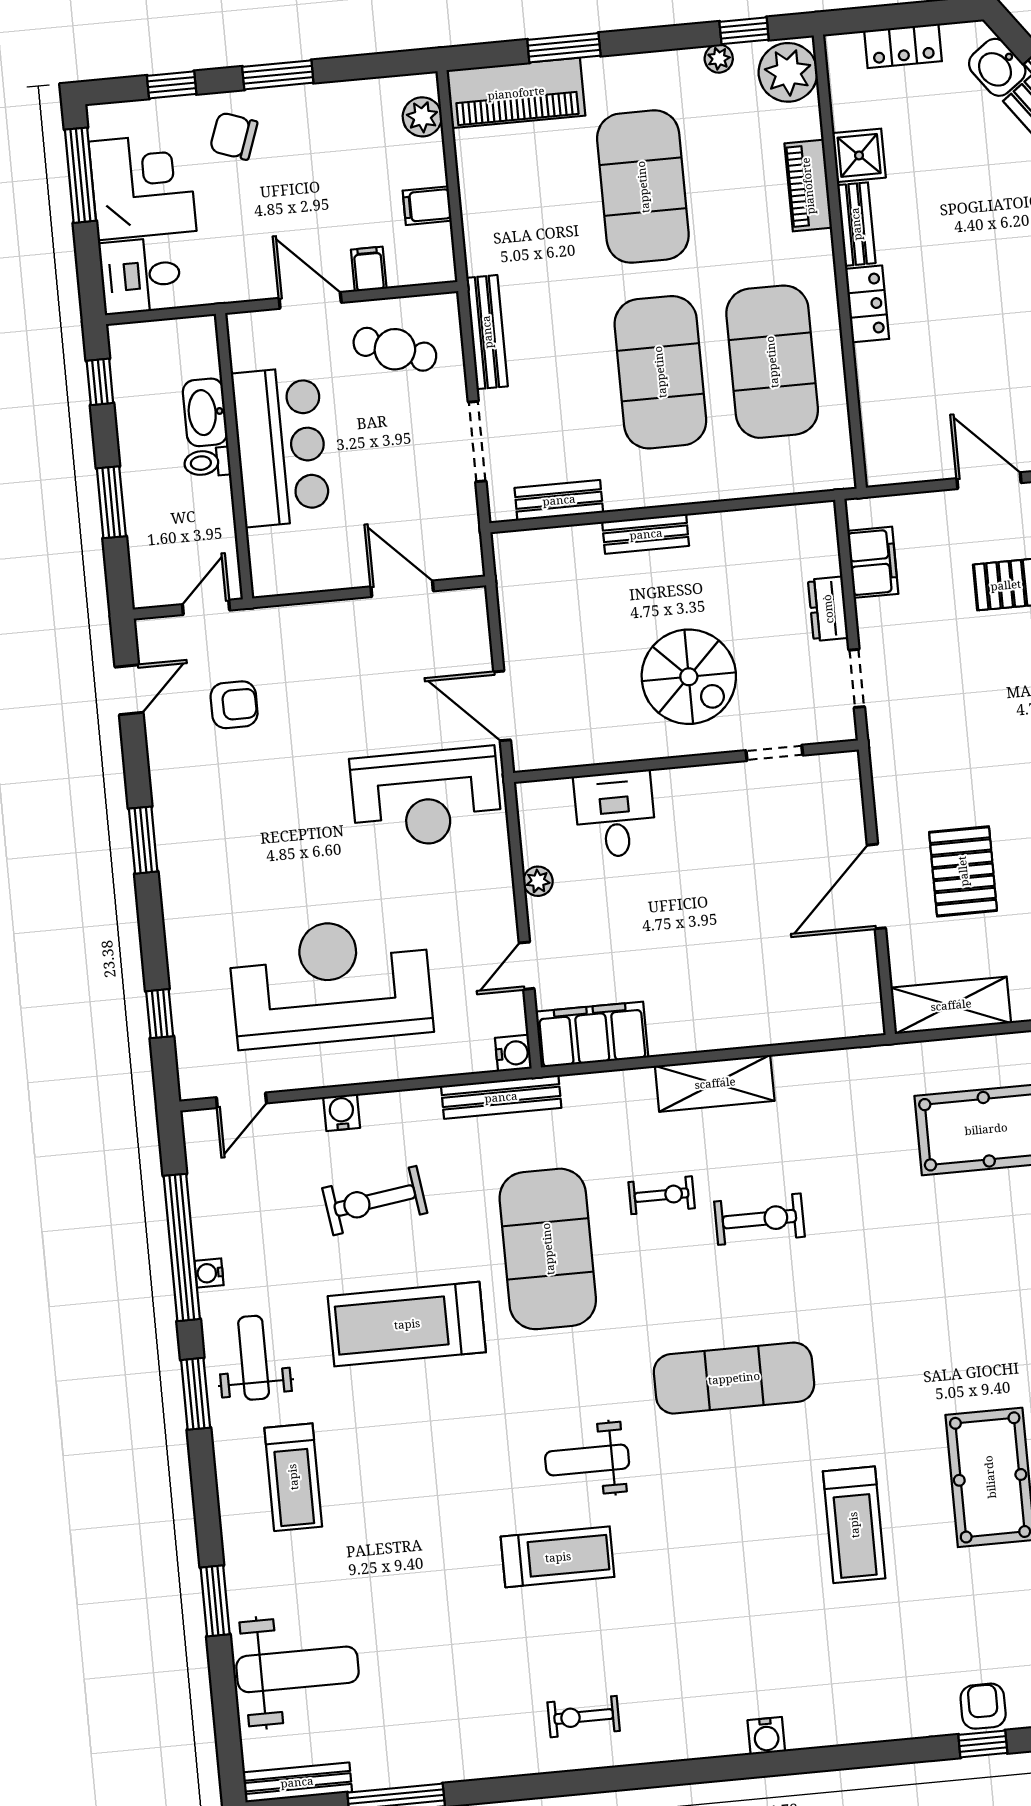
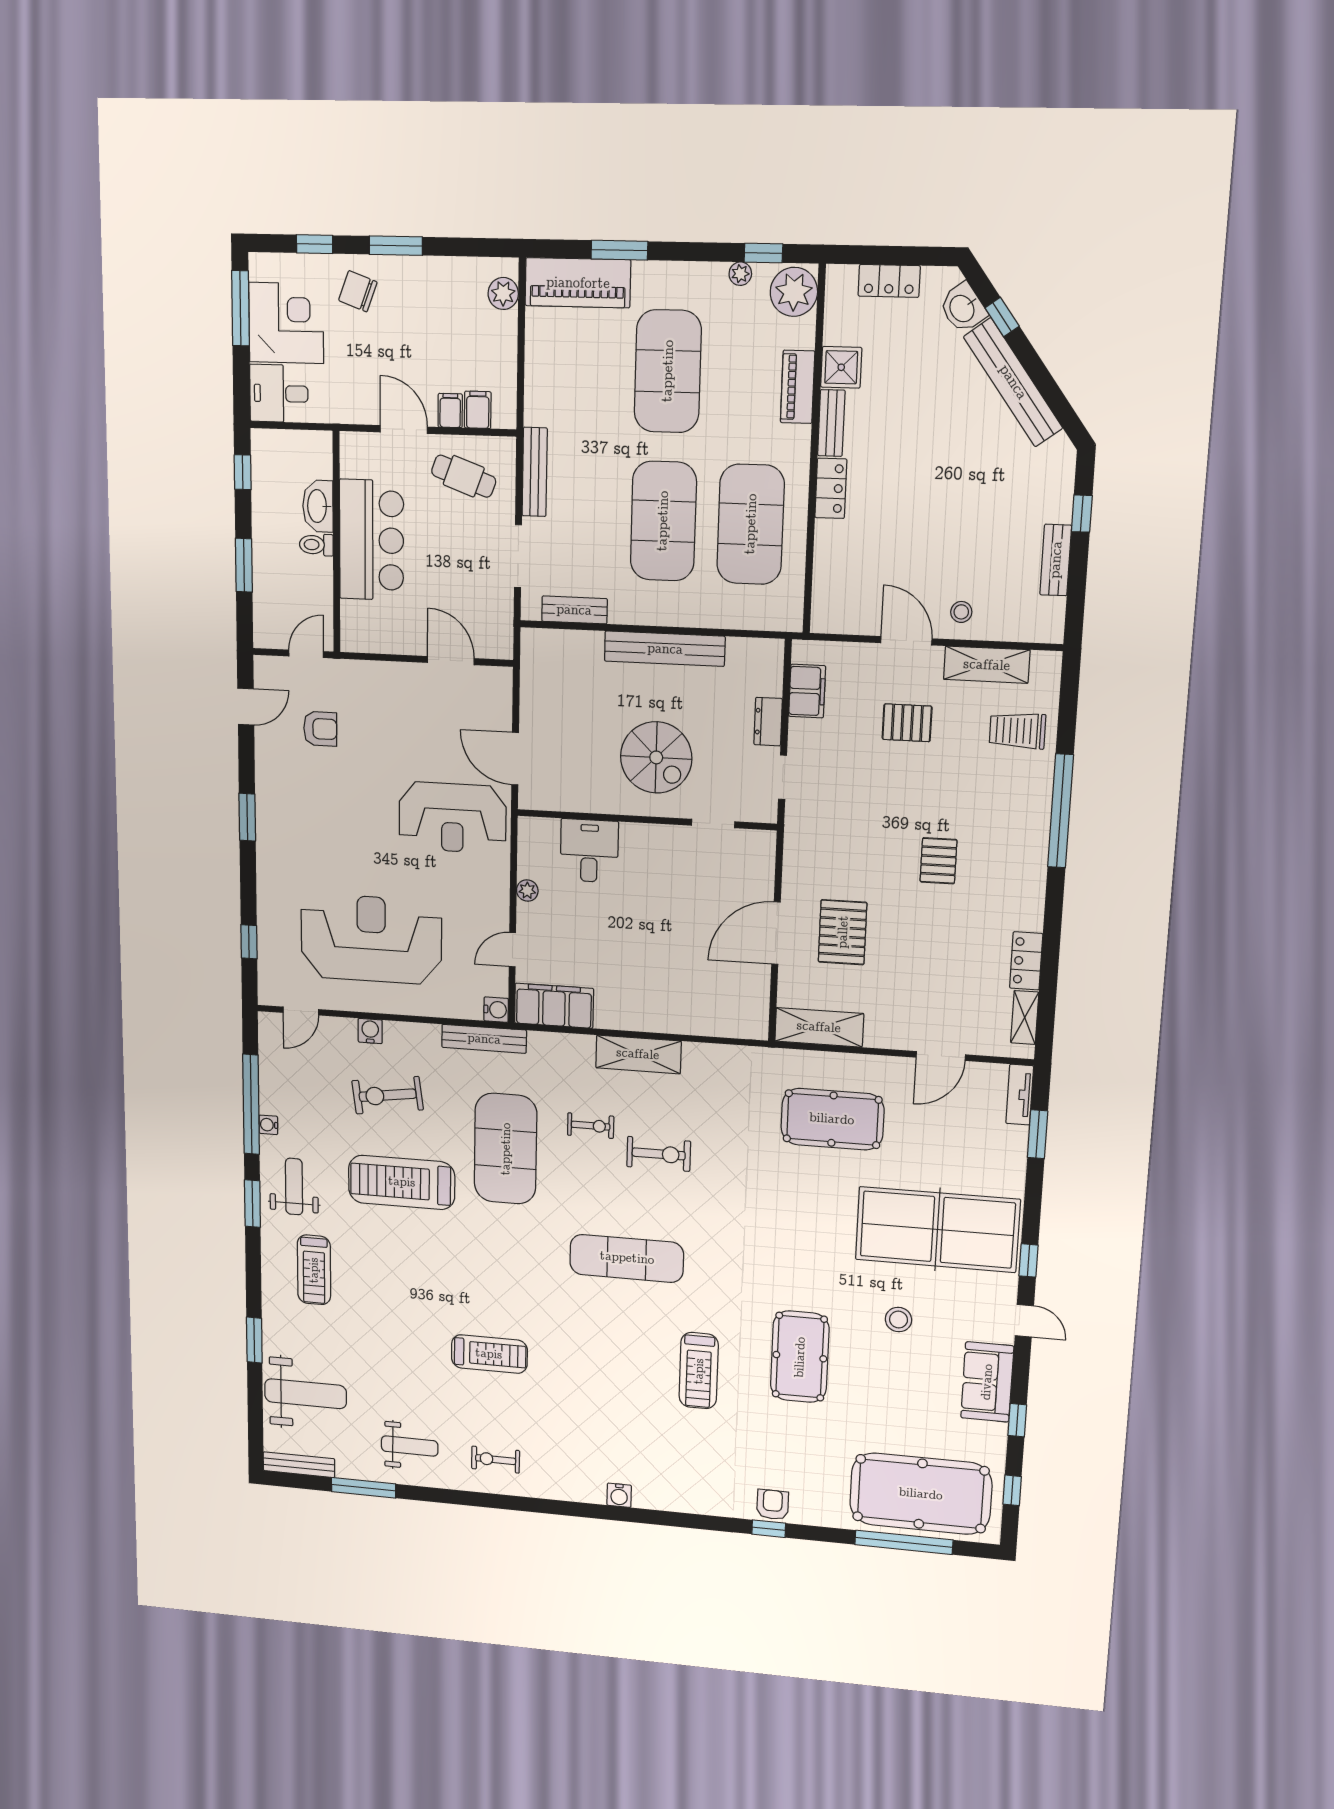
filing cabinet: (427, 206) -> (478, 410), moved, turned 90
bench: (646, 534) -> (665, 649), width x1.86, depth x1.21
weight bench: (587, 1460) -> (410, 1446), moved, turned 180

